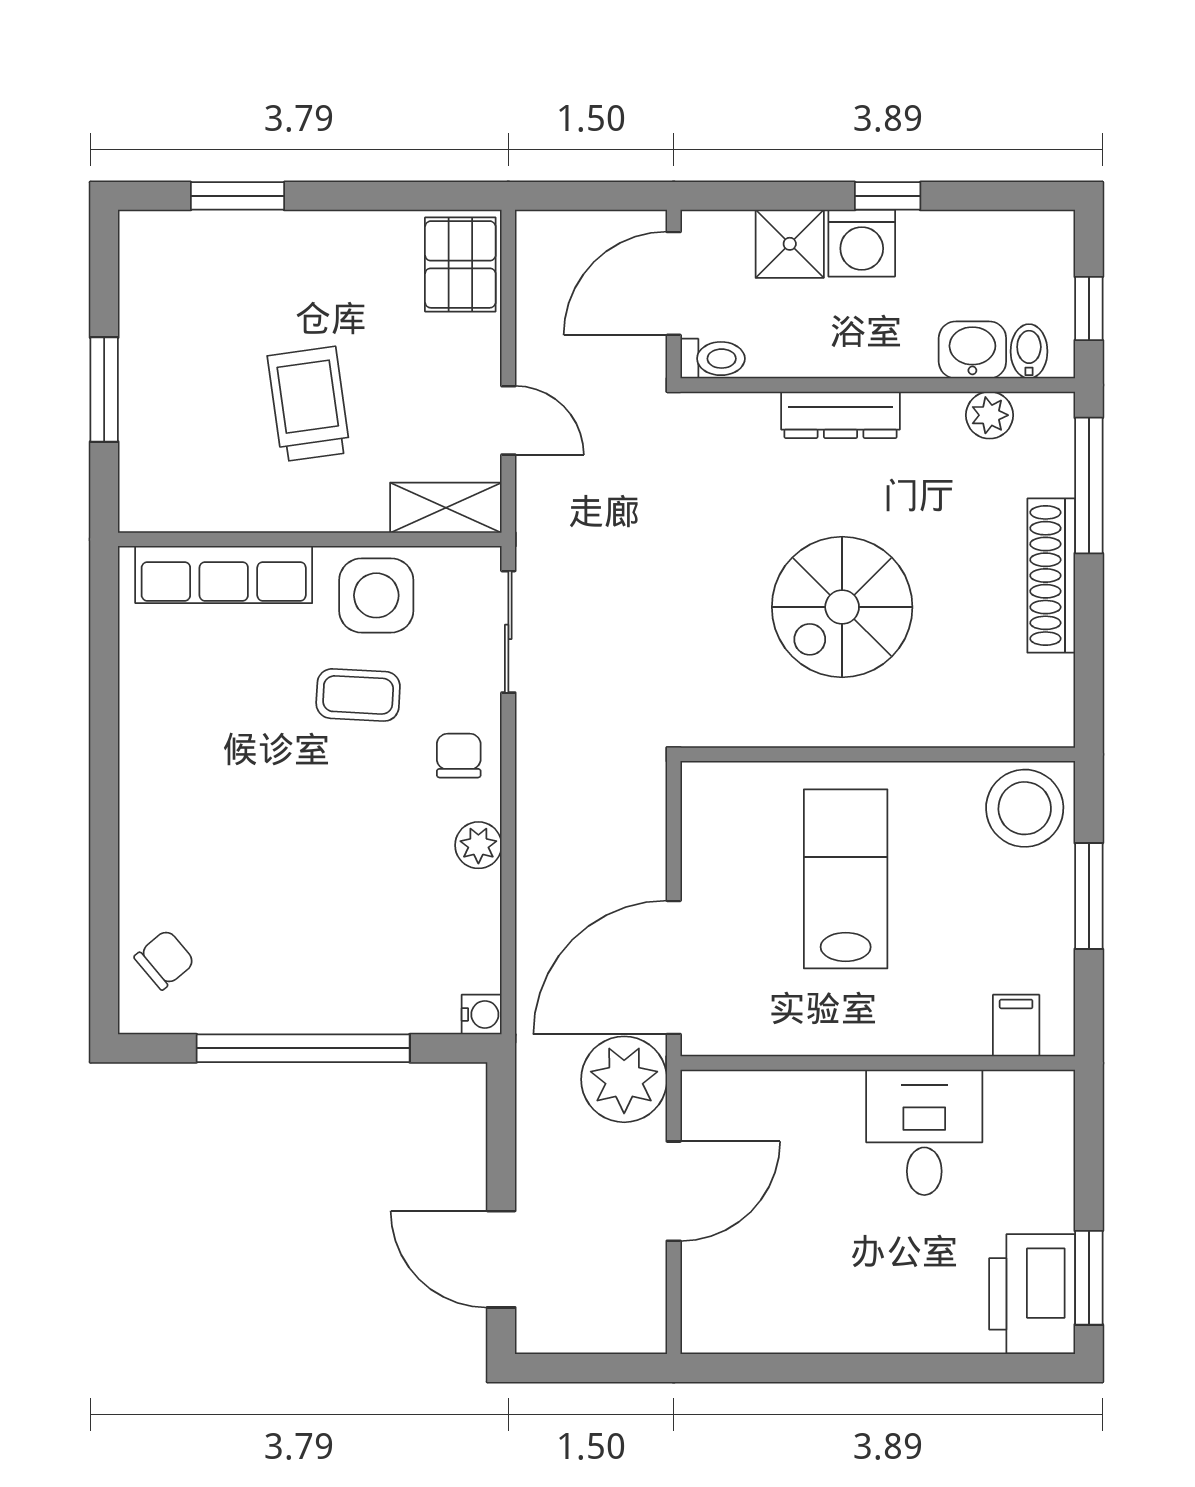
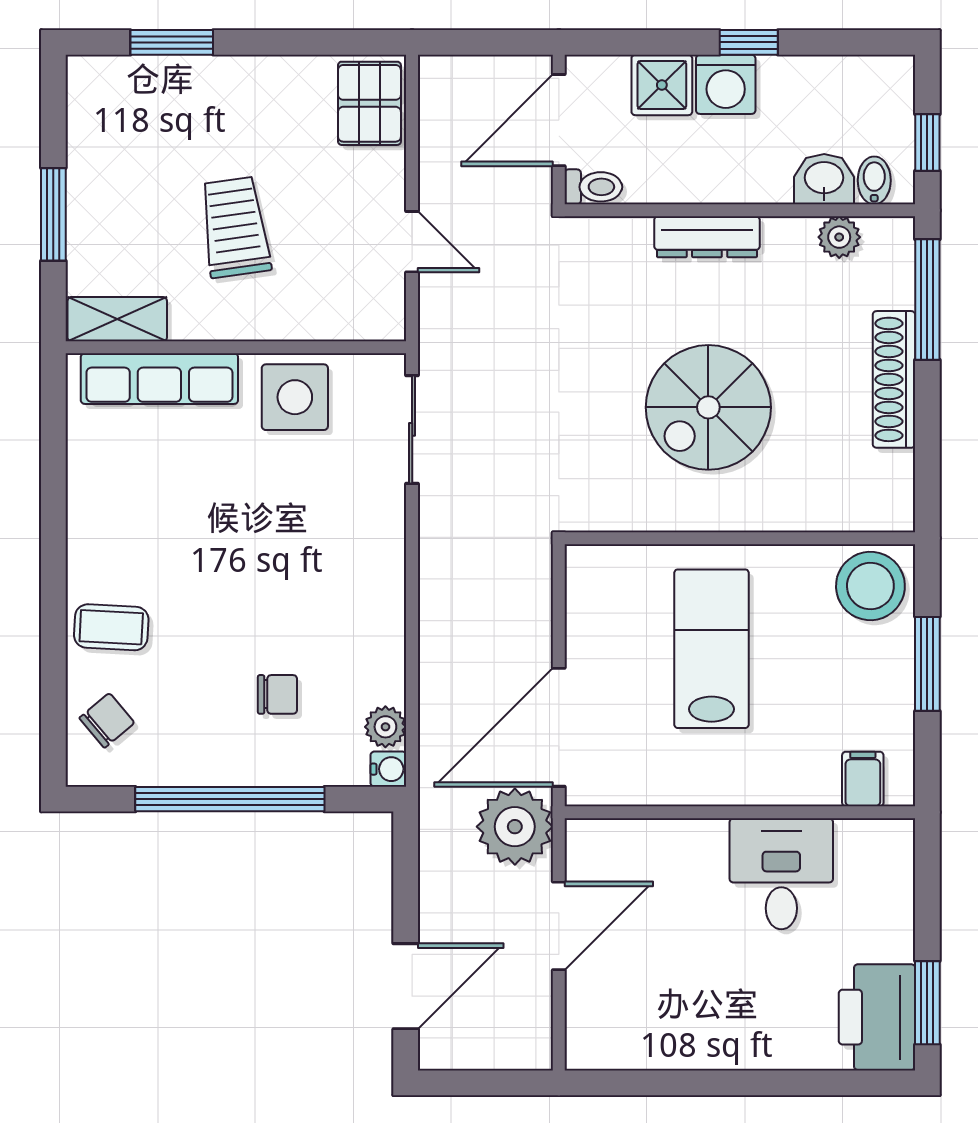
shelving: (446, 508) -> (117, 319), moved
coffee table: (358, 695) -> (111, 627), moved
chair: (459, 756) -> (277, 694), moved, turned 90
plant: (478, 845) -> (385, 727), moved
door: (501, 1259) -> (406, 986), swing flipped

